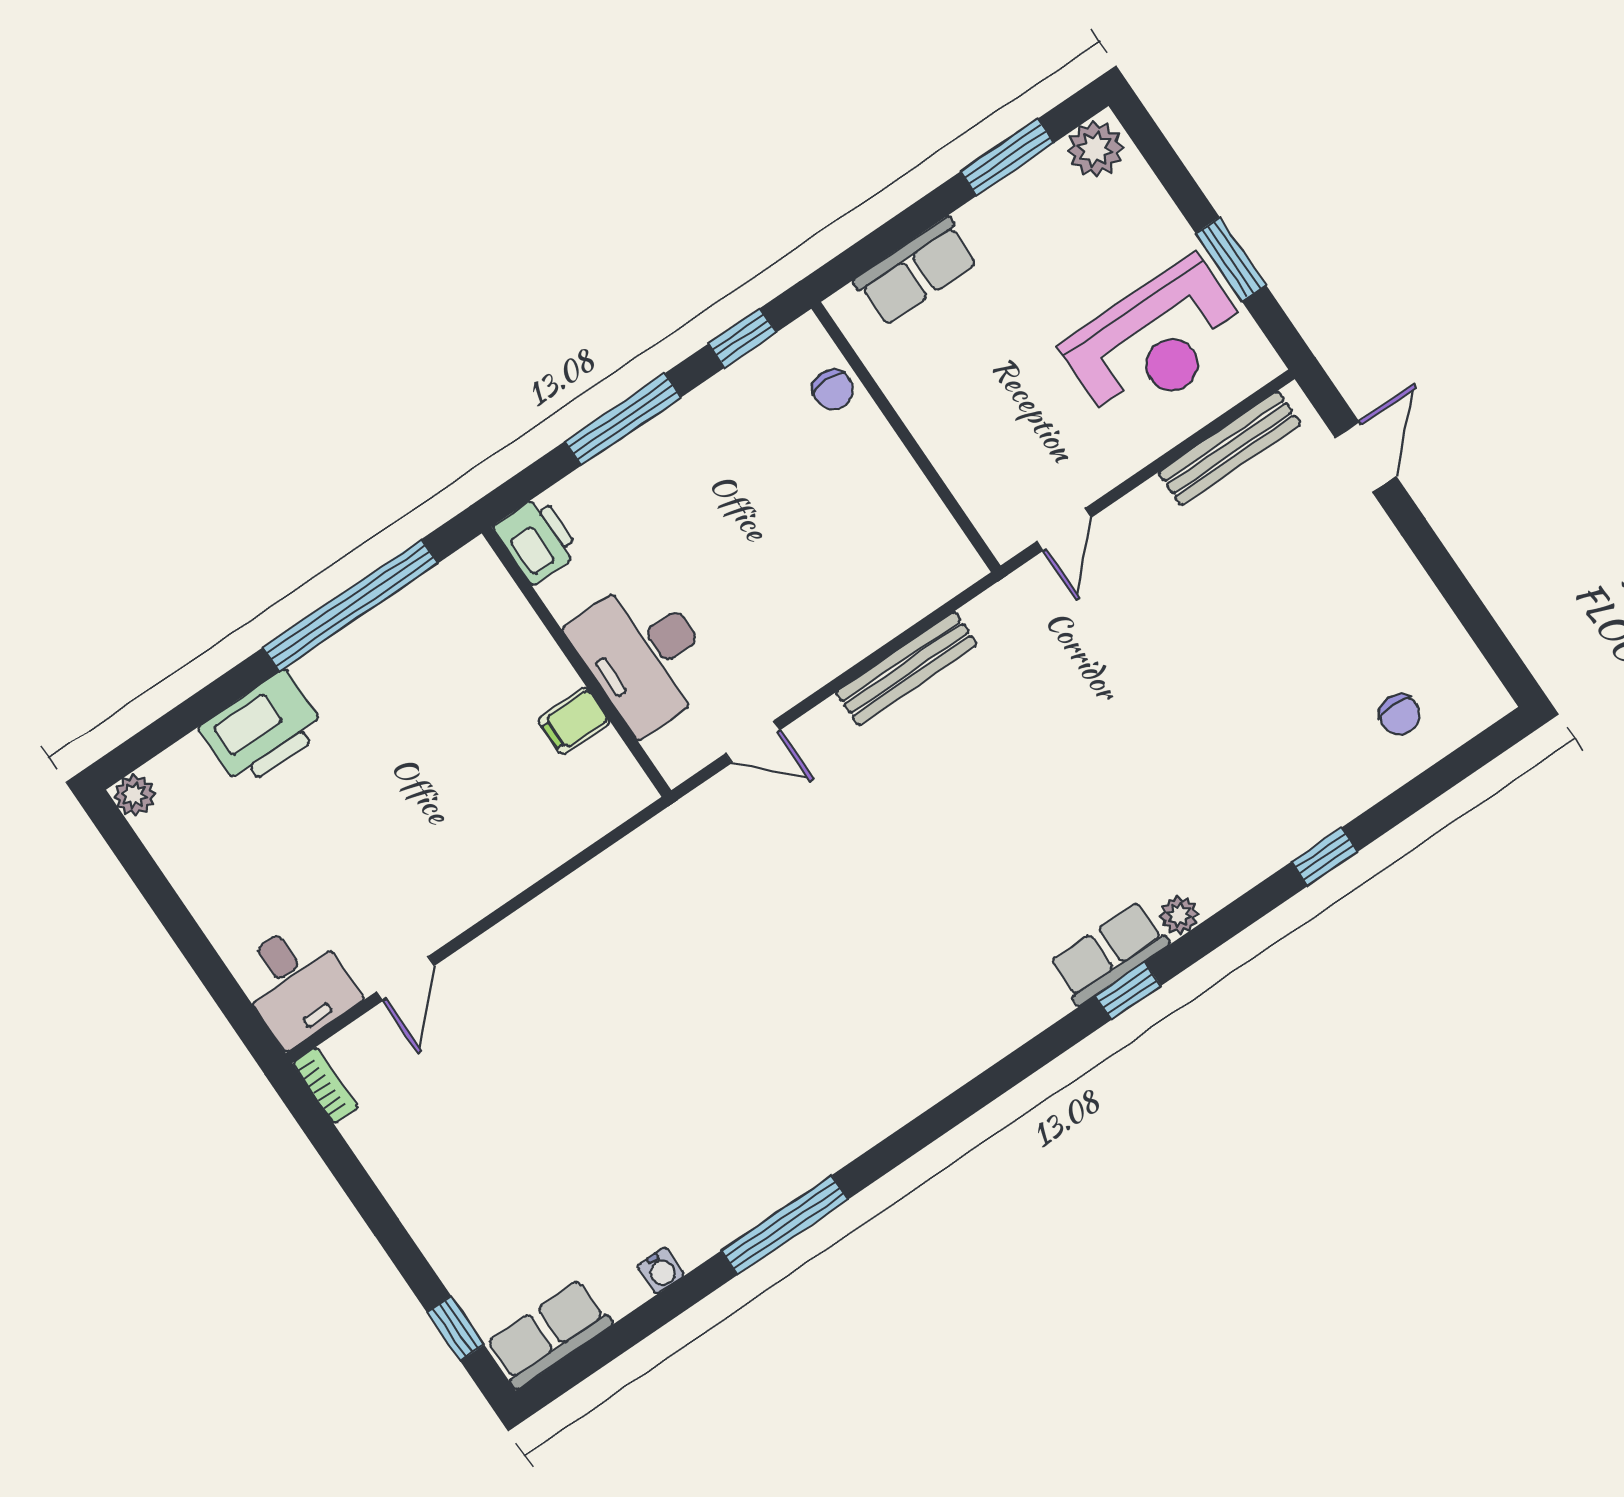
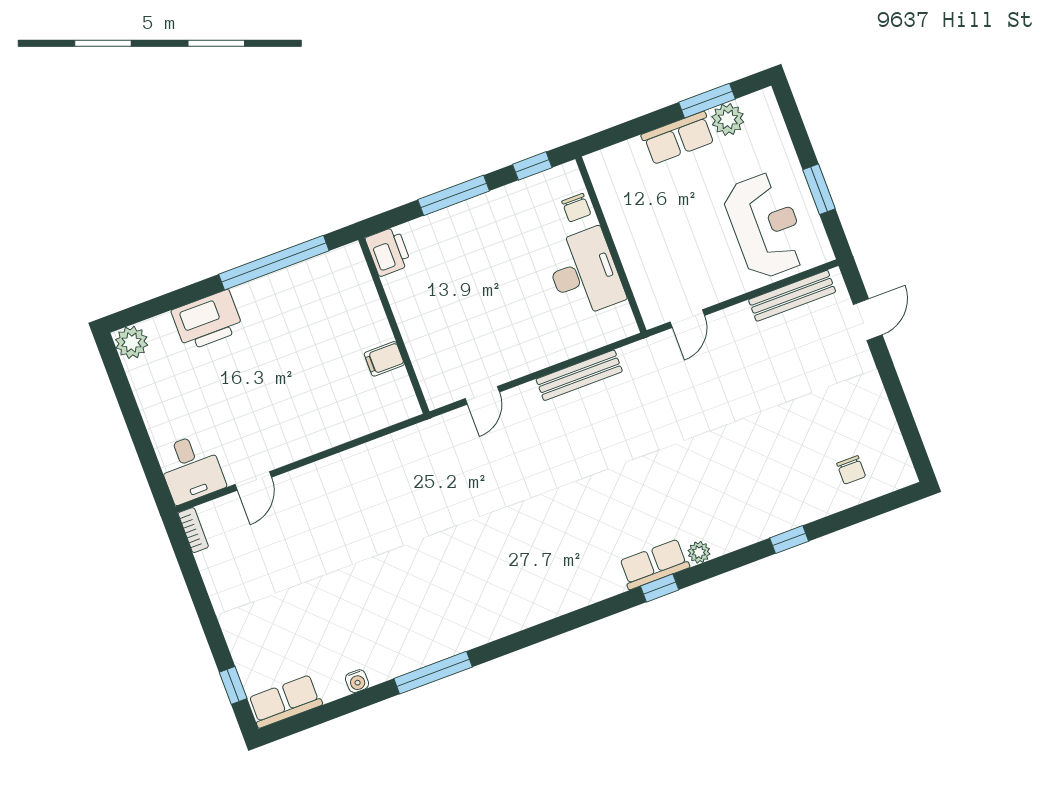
plant: (1095, 149) -> (728, 119), moved
row of seats: (916, 271) -> (678, 138), moved
reception desk: (1156, 342) -> (765, 226), turned -90
desk: (644, 655) -> (584, 273), moved, turned 180
door: (753, 742) -> (482, 395), hinge flipped
plant: (134, 795) -> (132, 342), width x1.38, depth x1.38

